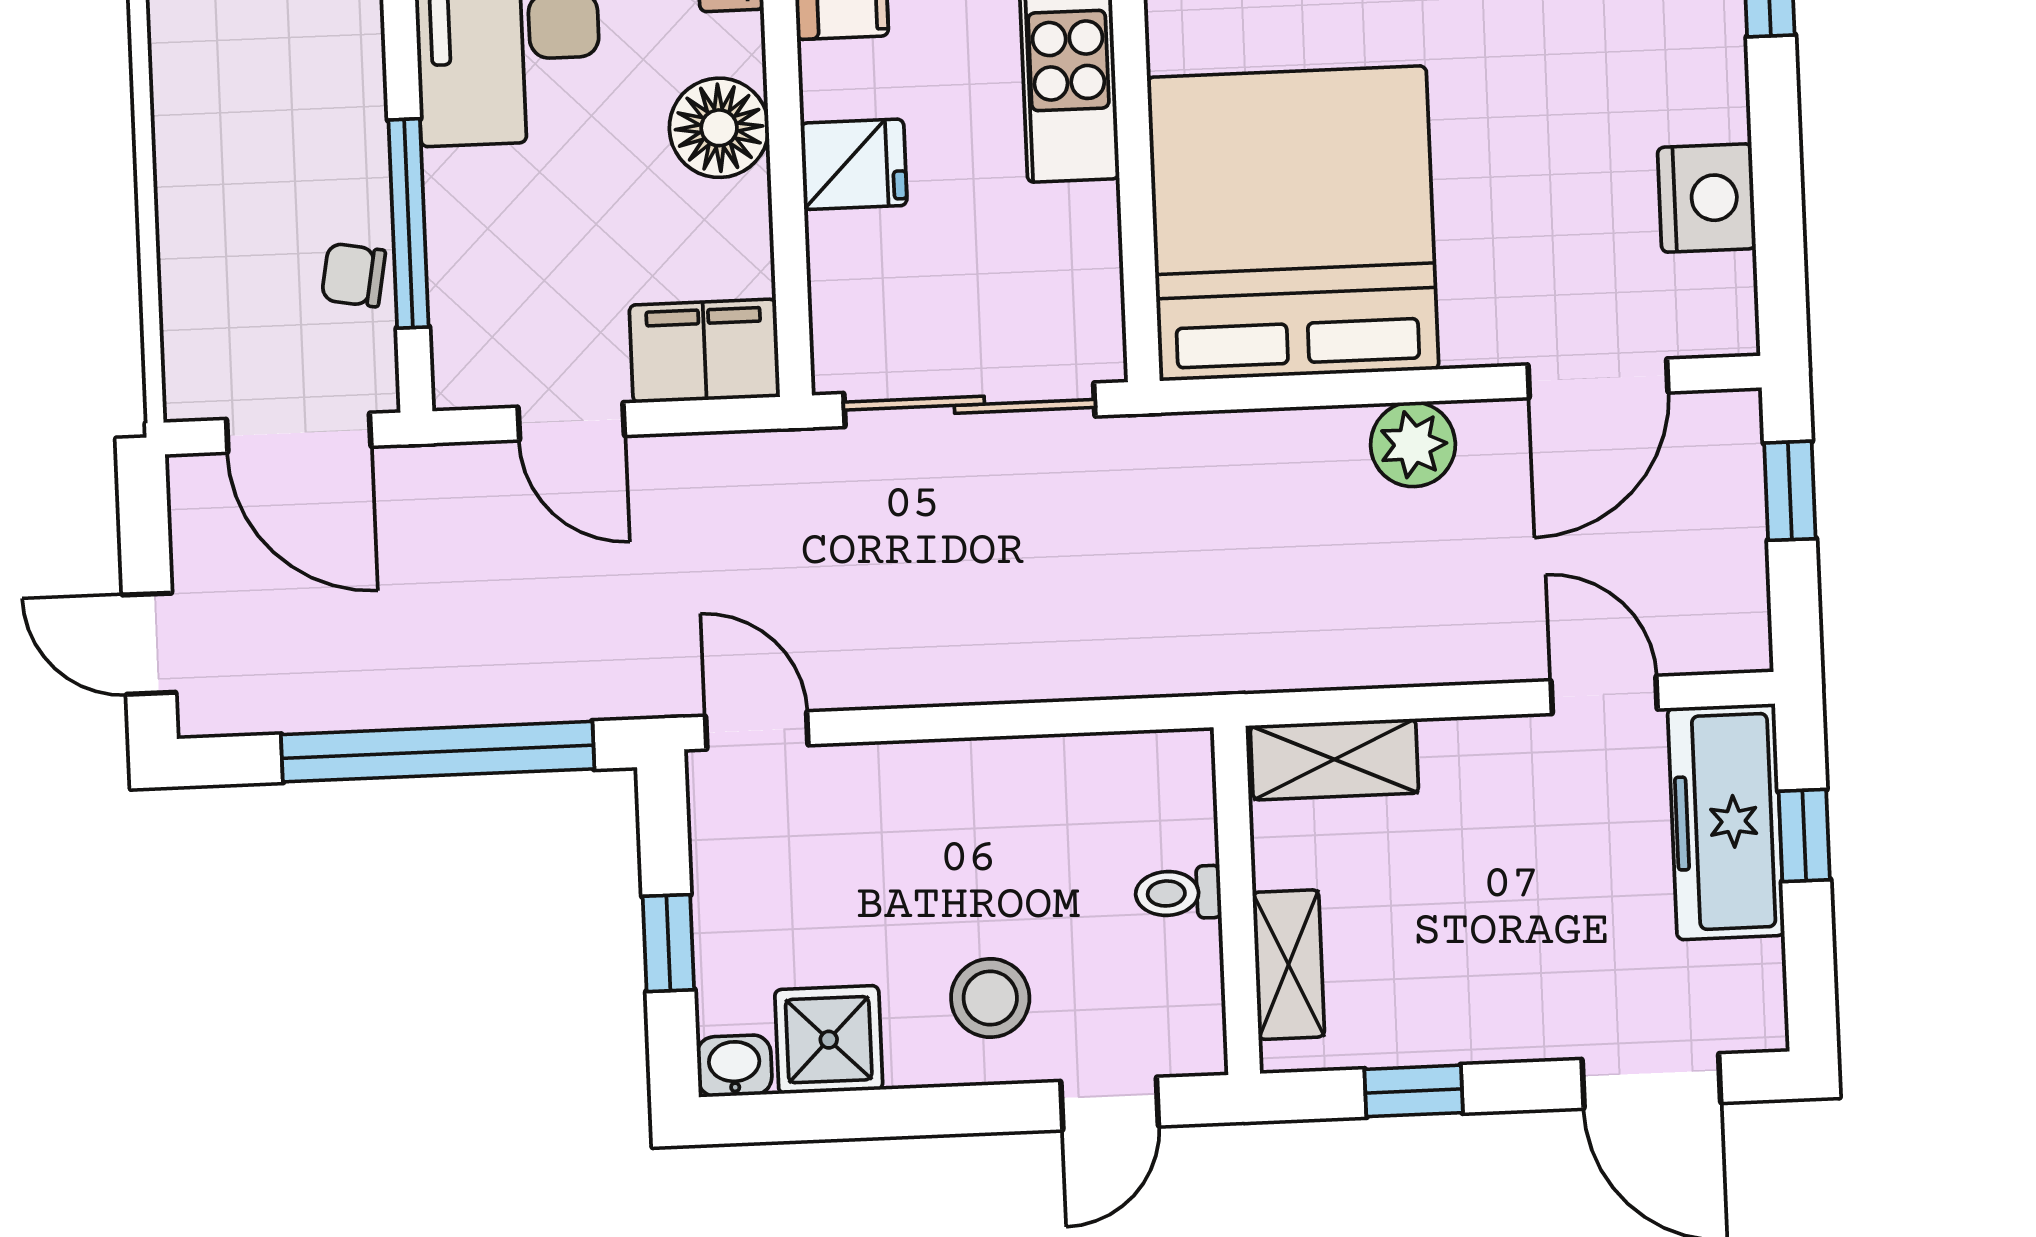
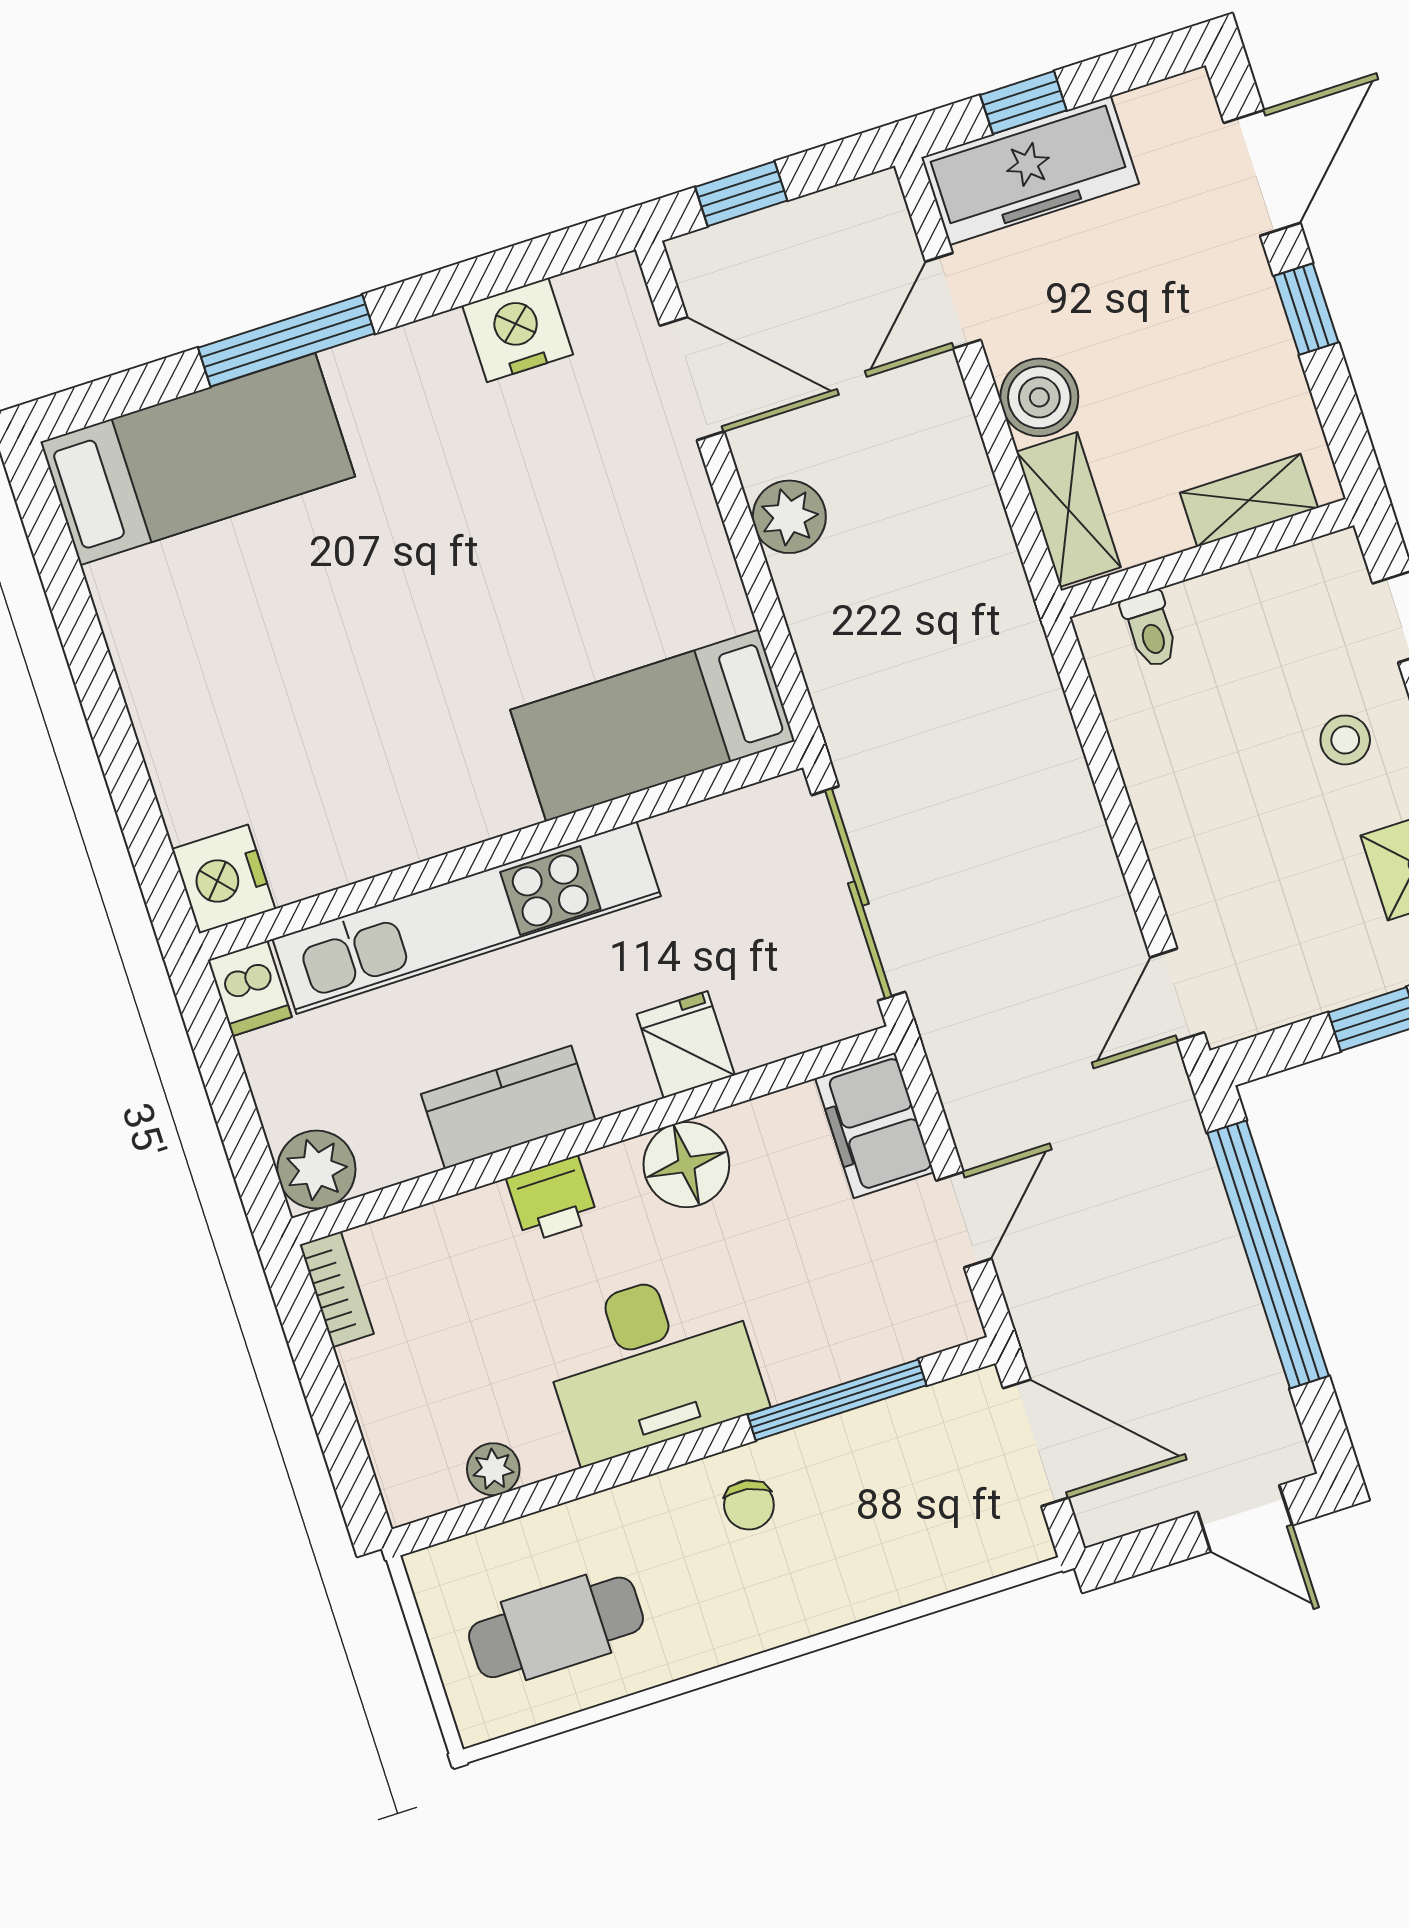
bed: (1293, 223) -> (653, 726), width x0.49
chair: (353, 275) -> (749, 1505), moved
door: (299, 433) -> (1036, 1443), hinge flipped
door: (149, 644) -> (1245, 1518), hinge flipped
boiler: (1469, 762) -> (1039, 397), added
toilet: (1178, 893) -> (1150, 629), moved
stool: (990, 998) -> (1345, 740), width x0.73, depth x0.73
window: (1414, 1091) -> (1306, 309), moved

